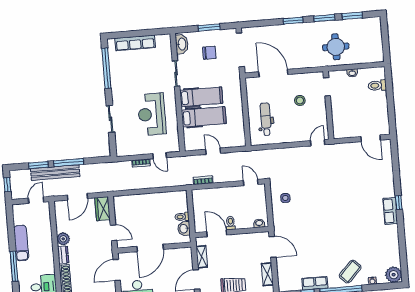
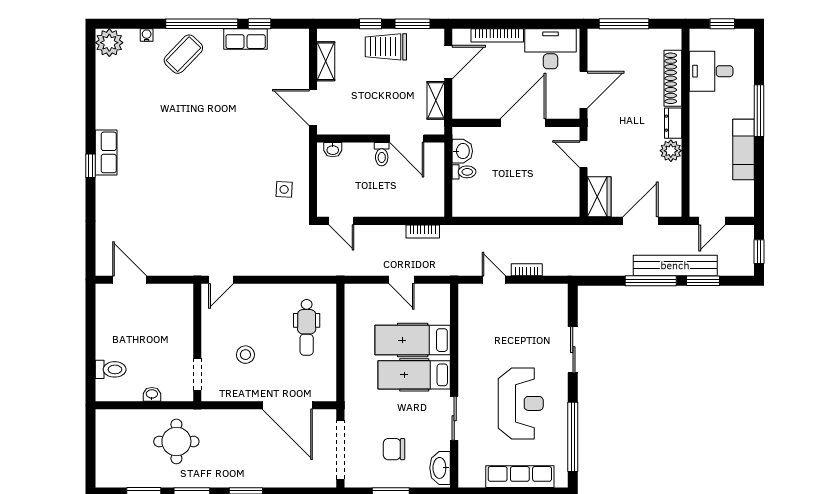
reception desk: (152, 114) -> (521, 403), moved

